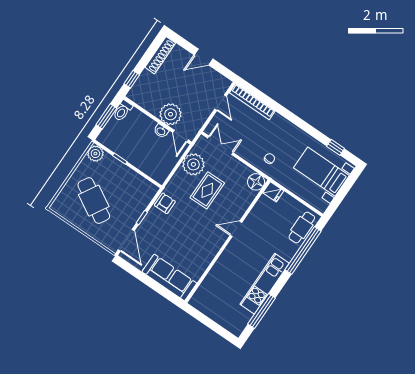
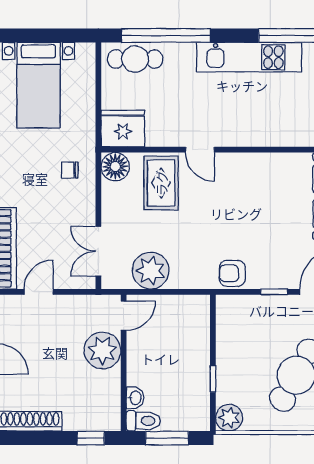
washbasin: (161, 131) -> (135, 398), moved
rug: (207, 190) -> (161, 183), moved, turned 90
fridge: (273, 192) -> (123, 128), width x1.88, depth x1.34

